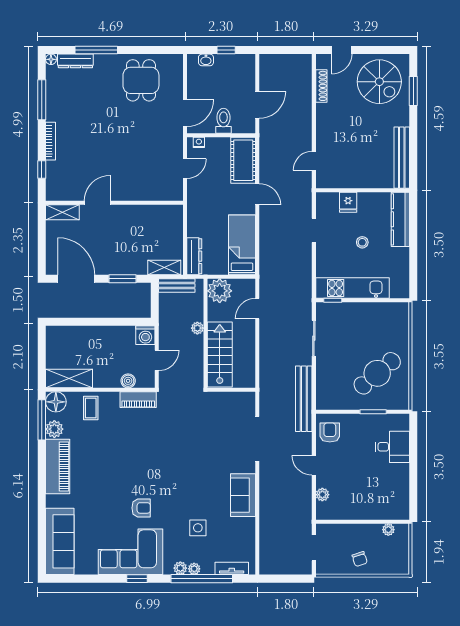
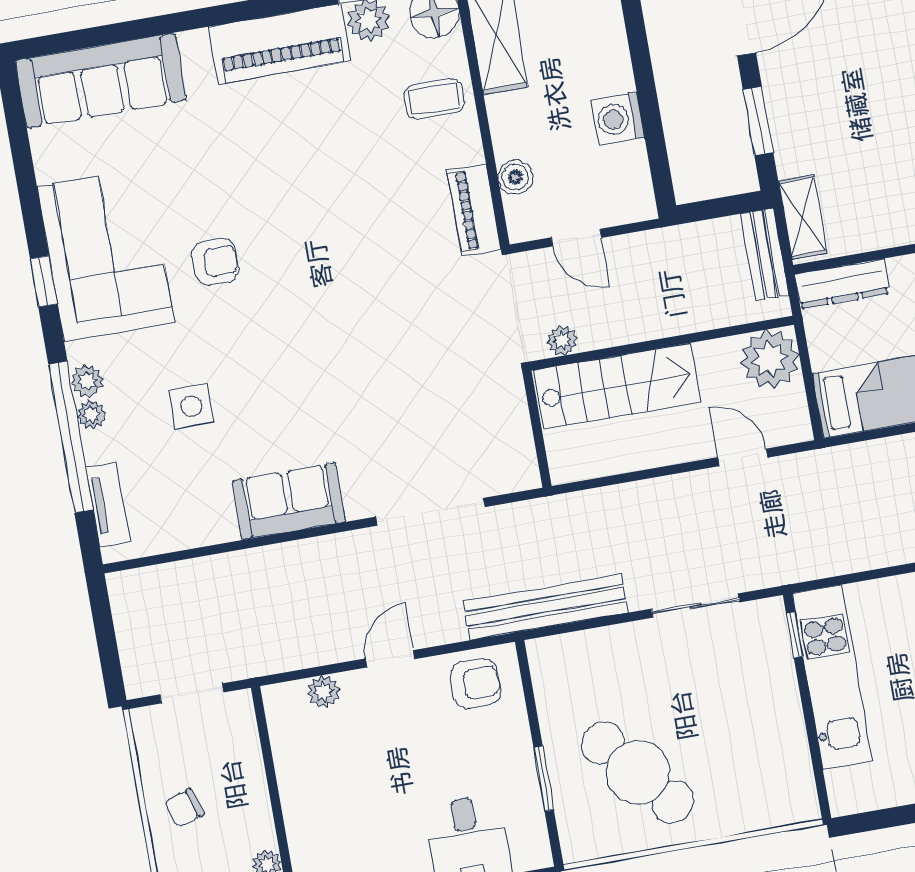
plant: (197, 328) -> (562, 341), moved
washing machine: (145, 335) -> (618, 119), moved
armchair: (141, 508) -> (215, 262), turned -90

